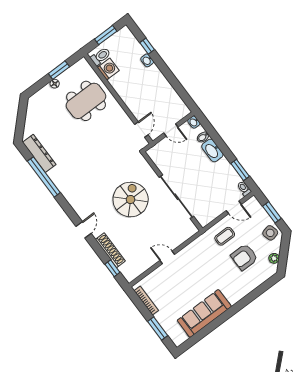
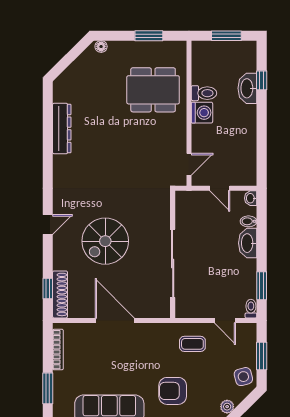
toilet: (101, 56) -> (204, 93), moved
washbasin: (147, 60) -> (247, 88), width x1.91, depth x1.45
washing machine: (108, 69) -> (202, 113), moved
floor lamp: (55, 84) -> (101, 47), moved
dresser: (39, 153) -> (62, 128), moved
window: (44, 177) -> (48, 137), removed
spiral stairs: (131, 199) -> (105, 241), moved, turned 180
shoe rack: (110, 250) -> (60, 294), moved
door: (167, 257) -> (115, 321), width x1.87
armchair: (244, 257) -> (173, 391), moved

